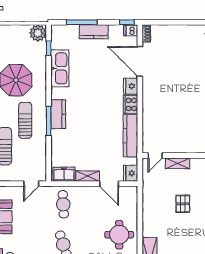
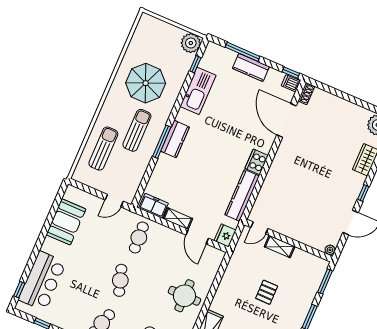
fridge: (131, 86) -> (265, 143), removed

